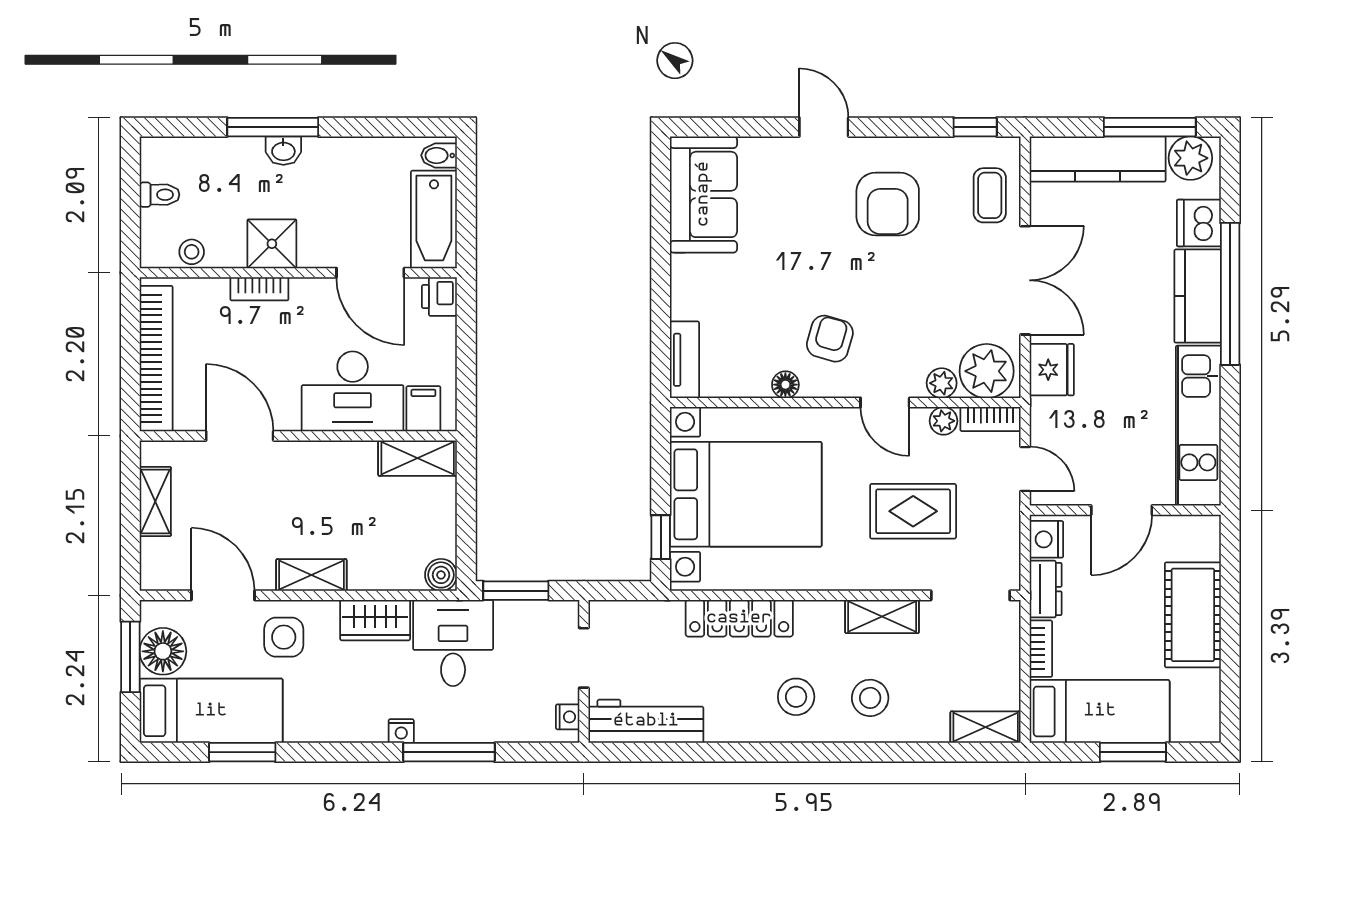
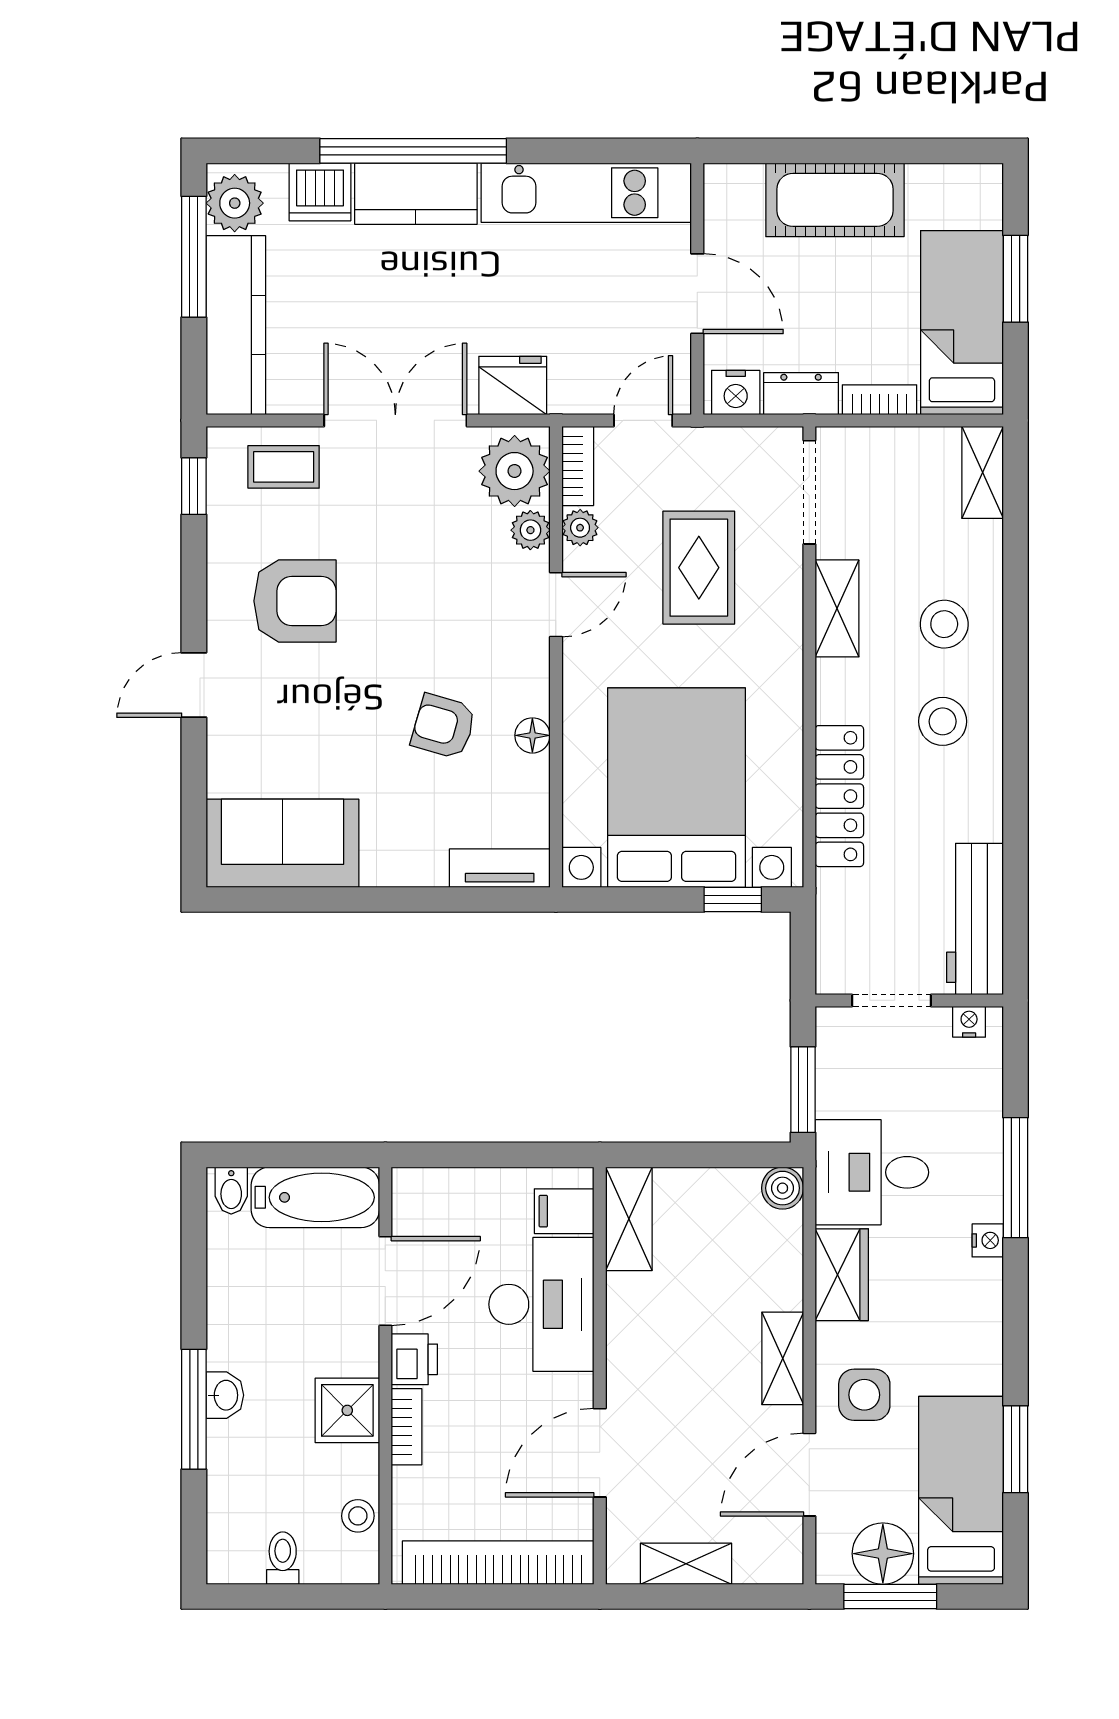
printer: (439, 297) -> (414, 1359), moved, turned -90
armchair: (830, 339) -> (443, 726), moved

